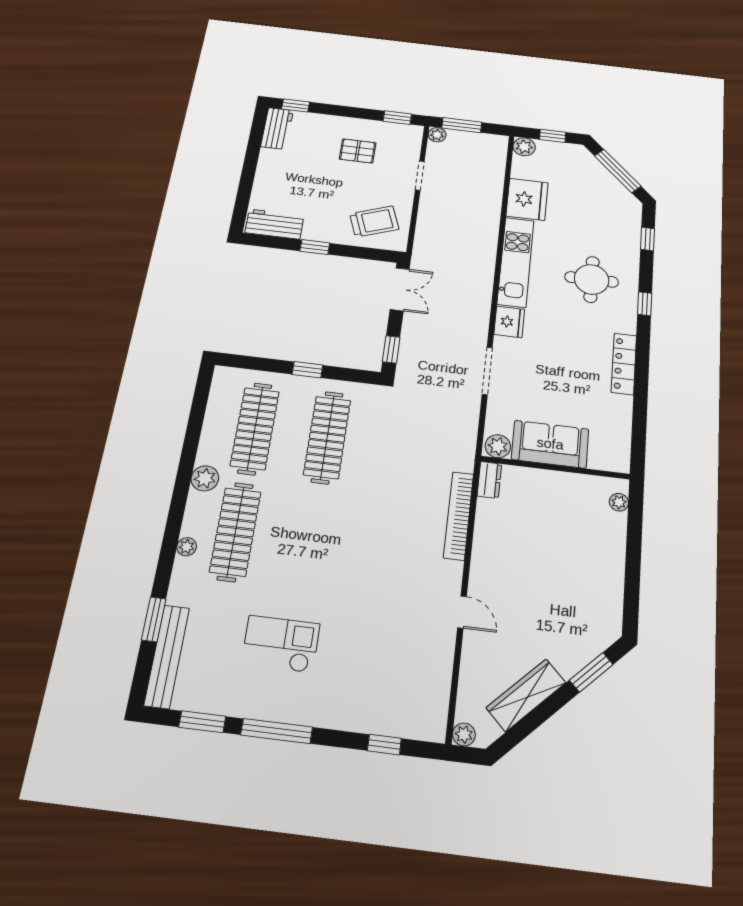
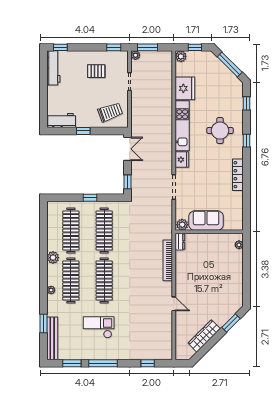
workbench: (277, 129) -> (53, 68), width x1.38
clothes rail: (310, 541) -> (104, 280), added
plant: (464, 734) -> (180, 355), removed

